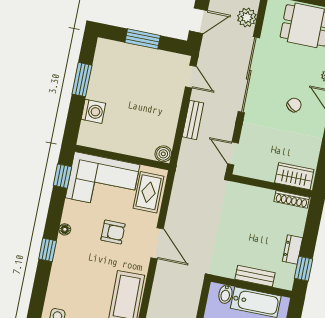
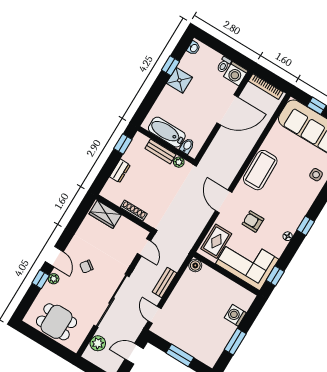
shoe rack: (292, 199) -> (134, 210), moved
dresser: (292, 250) -> (120, 171), moved
plant: (228, 271) -> (179, 162), added

